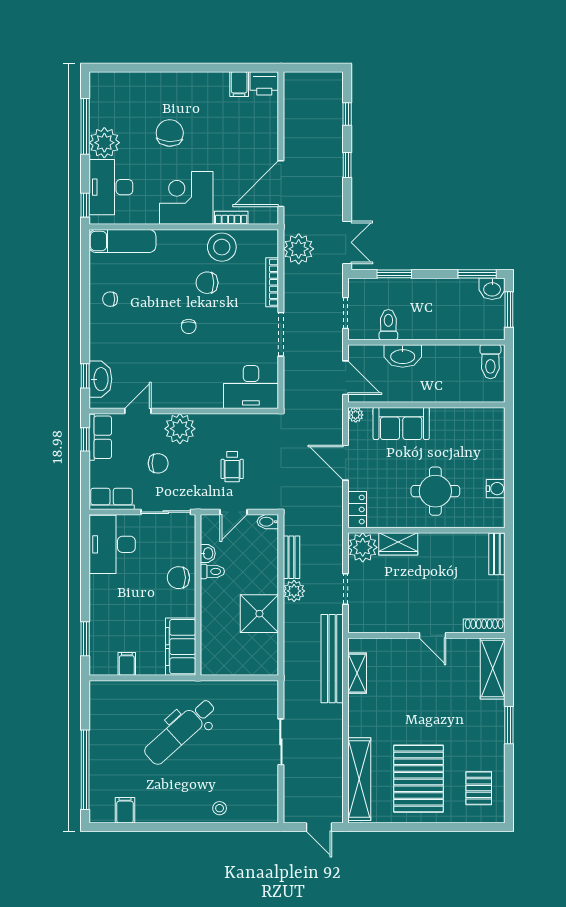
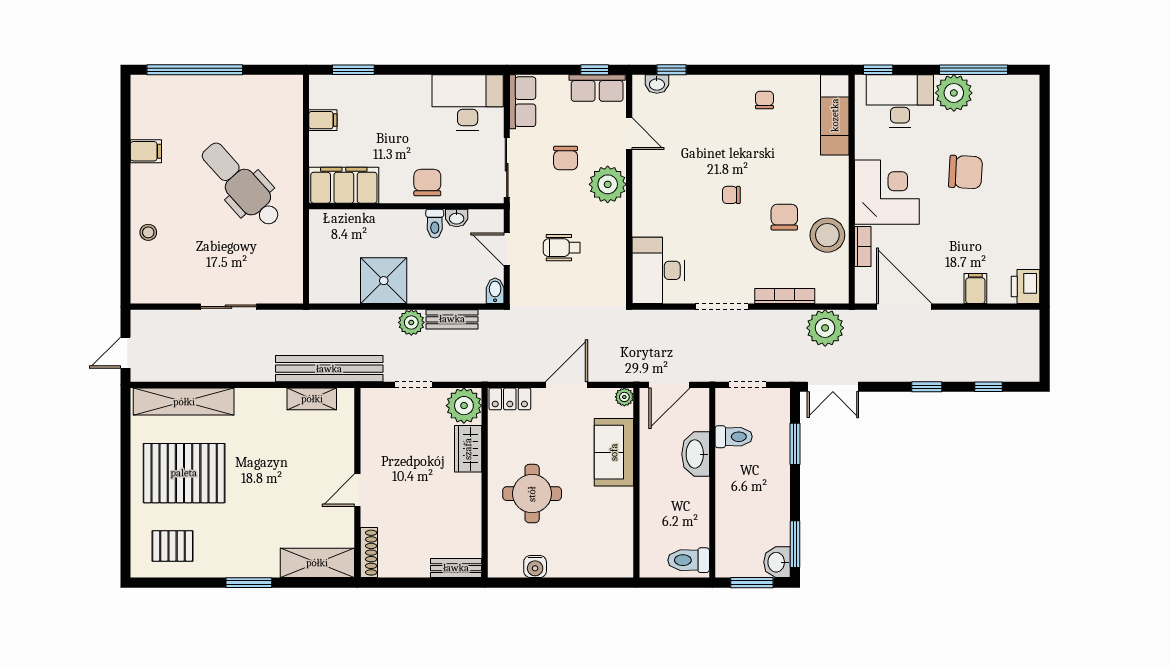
filing cabinet: (239, 84) -> (975, 289), moved, turned 90
washbasin: (100, 379) -> (657, 84), width x0.52, depth x0.69
filing cabinet: (125, 810) -> (146, 151), moved

